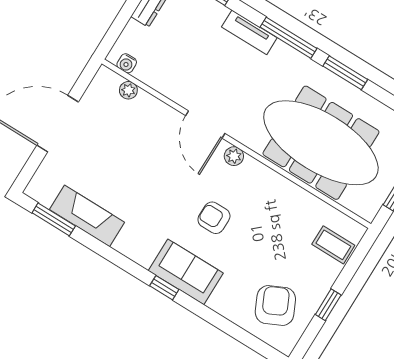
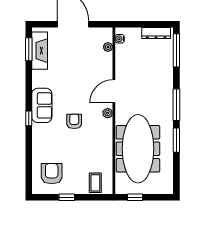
tv unit: (249, 32) -> (168, 86), removed
fireplace: (87, 216) -> (40, 51), moved
sofa: (186, 272) -> (42, 105), moved
armchair: (275, 305) -> (52, 174), turned -65

